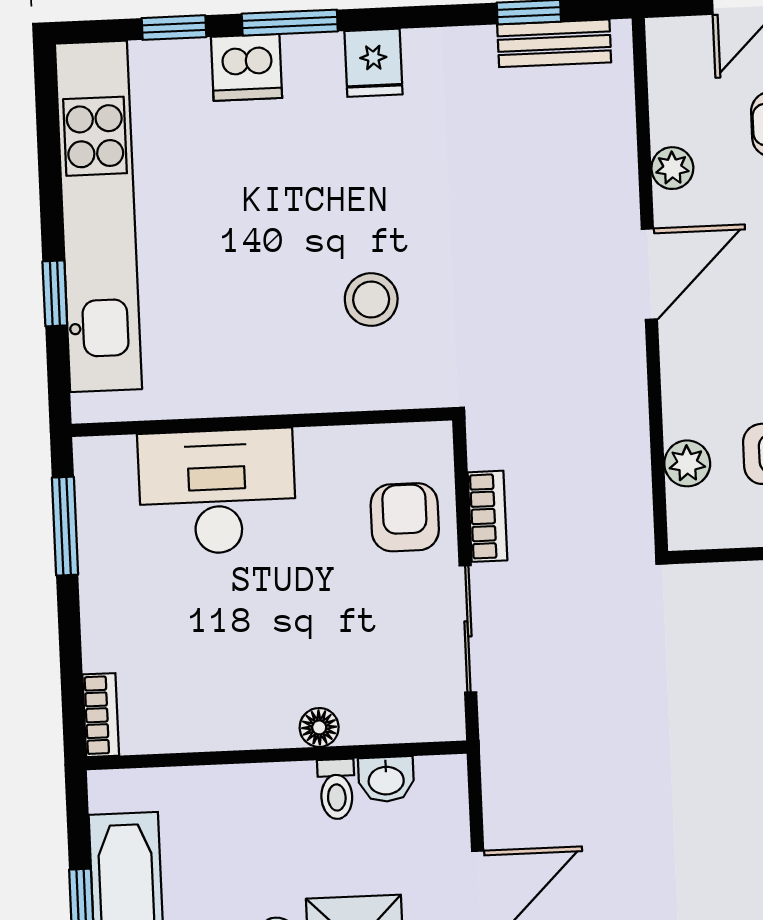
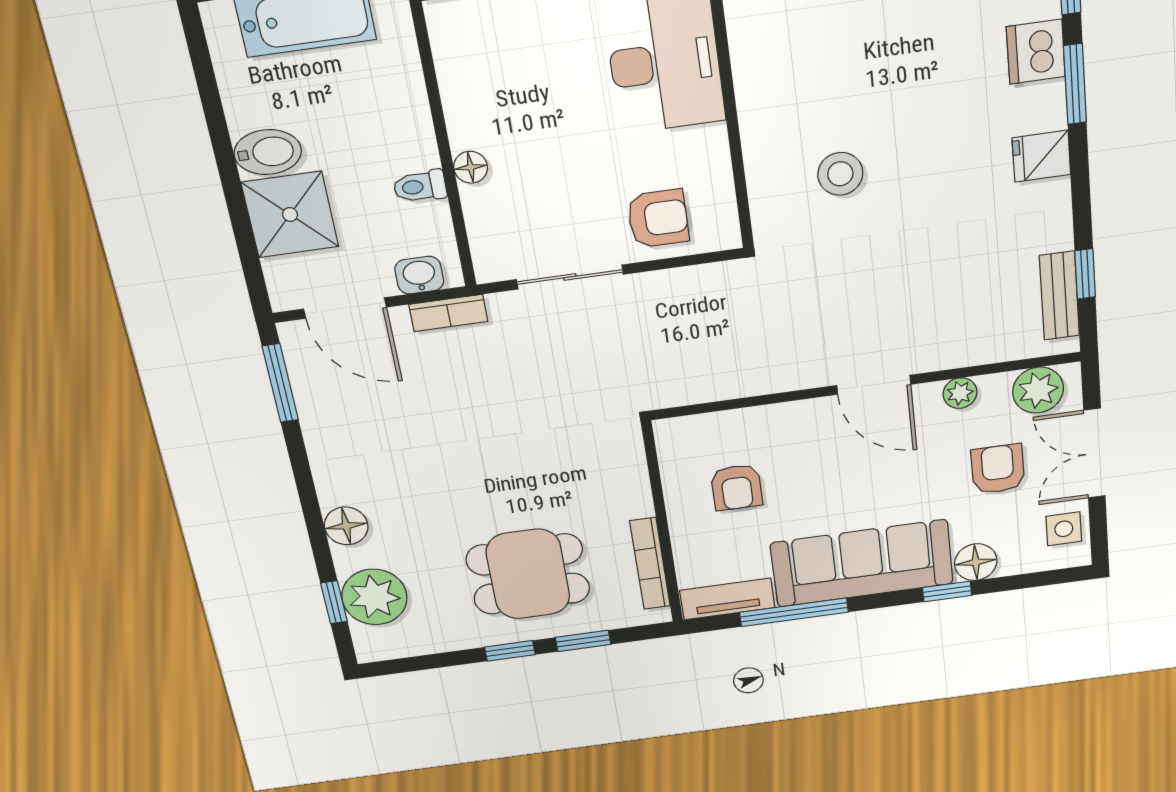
plant: (687, 463) -> (1038, 390), moved, width x1.38, depth x1.38
bookcase: (487, 516) -> (448, 313), moved
washbasin: (386, 779) -> (419, 275), moved, turned 90

